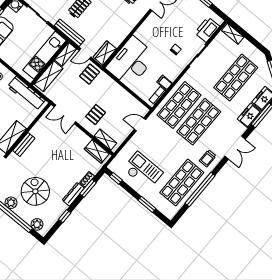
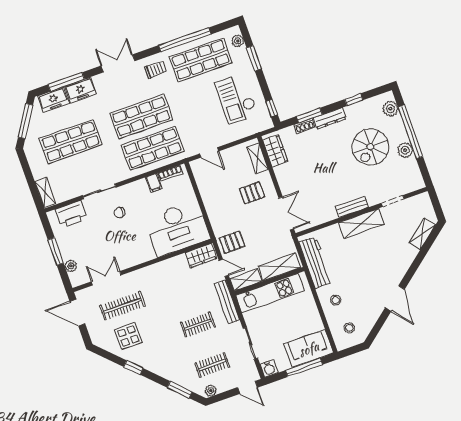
plant: (165, 210) -> (238, 41), added

